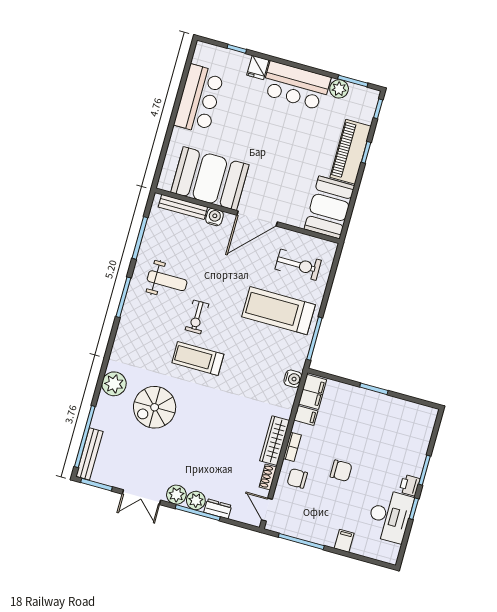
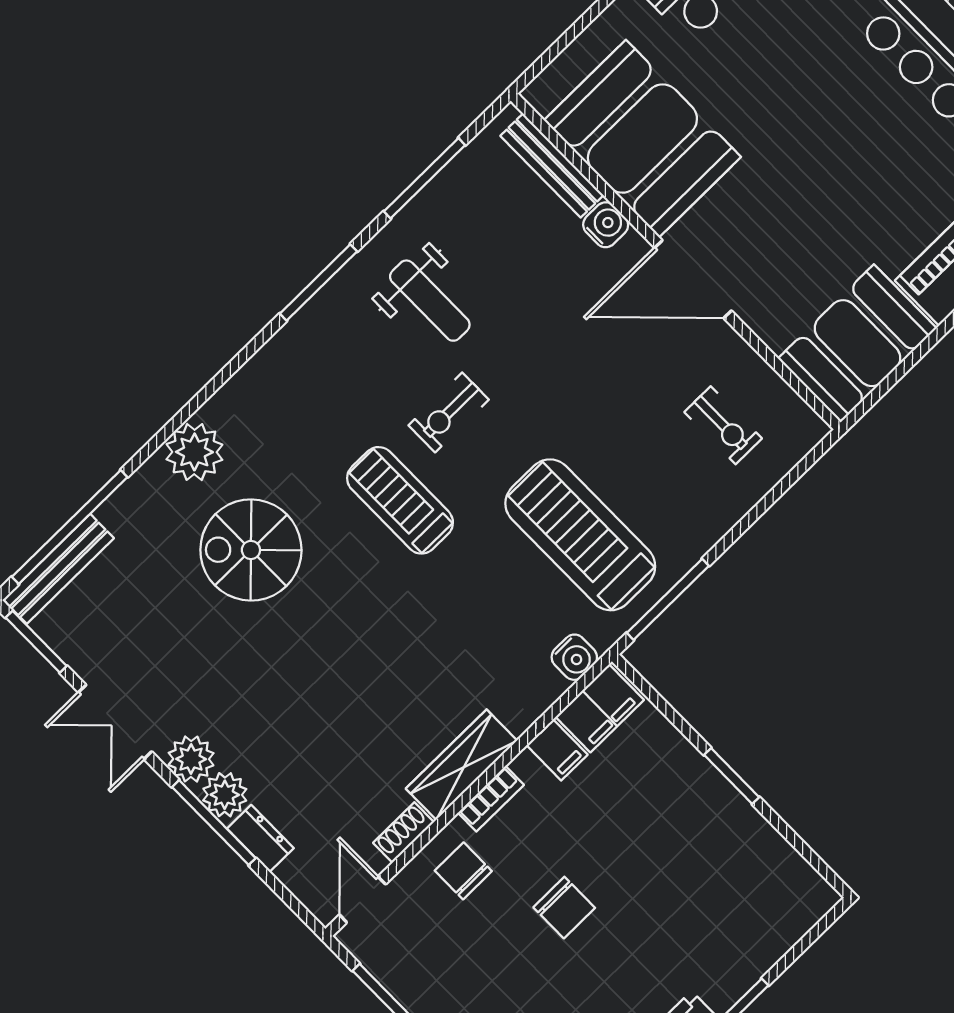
exercise bike: (298, 265) -> (723, 425), width x0.73, depth x0.72
treadmill: (279, 311) -> (580, 535), moved

